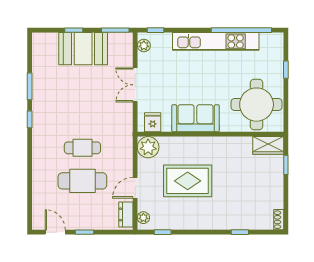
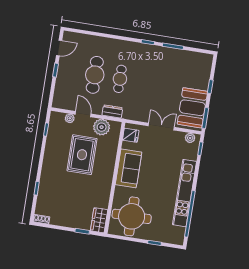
booth: (83, 49) -> (192, 108), moved
plant: (148, 147) -> (102, 127), moved
dresser: (126, 214) -> (112, 111), moved
plant: (143, 218) -> (70, 118), moved

